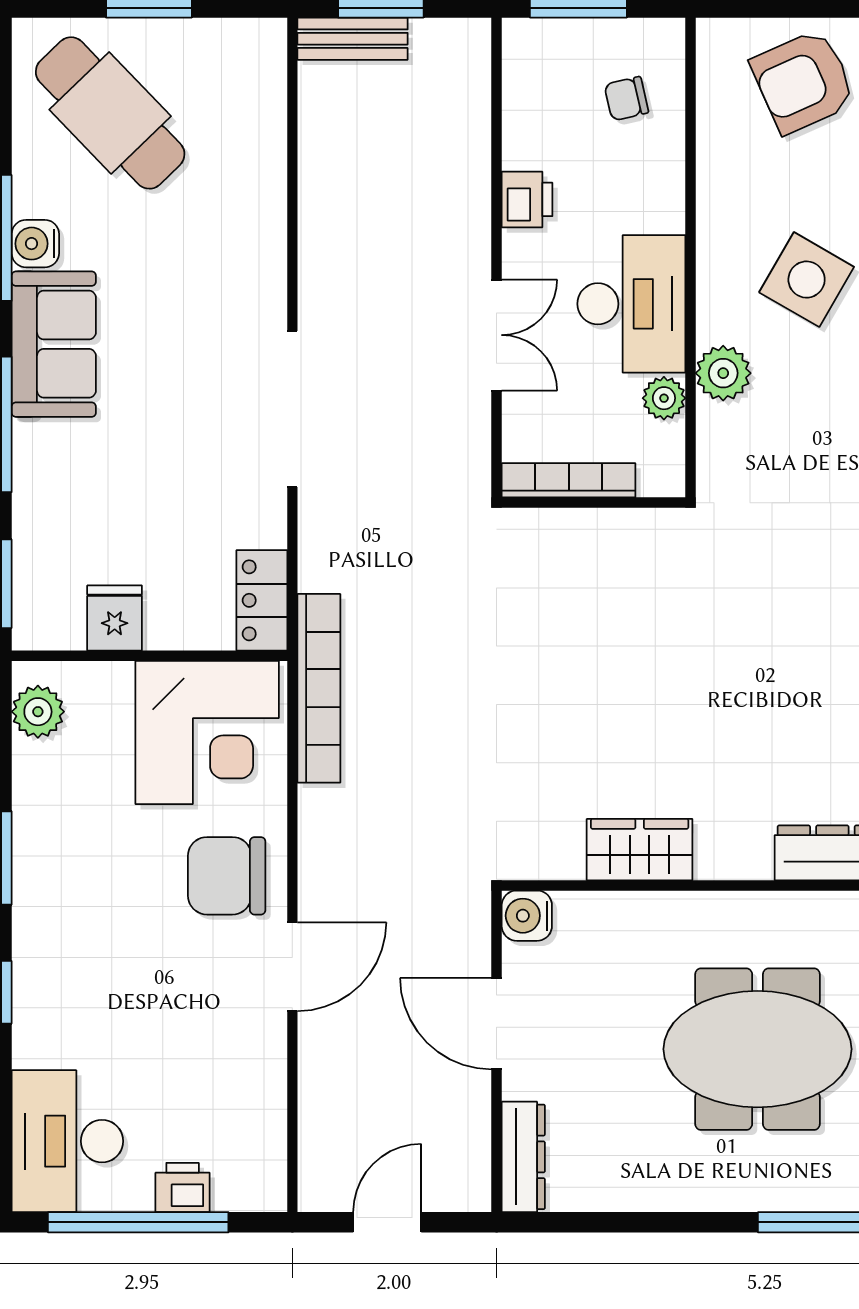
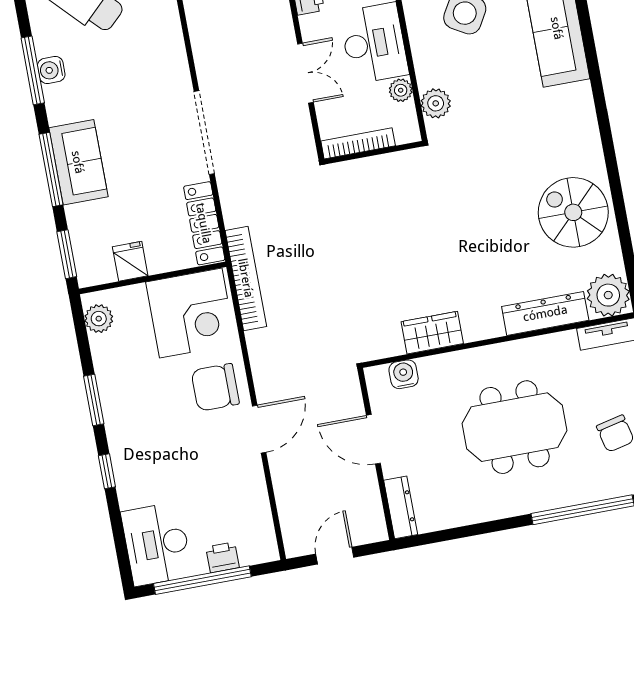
sofa: (54, 344) -> (78, 162), moved
plant: (723, 373) -> (436, 103), moved
locker: (262, 600) -> (204, 223), width x1.53
water cooler: (527, 916) -> (404, 374), moved, turned 90

